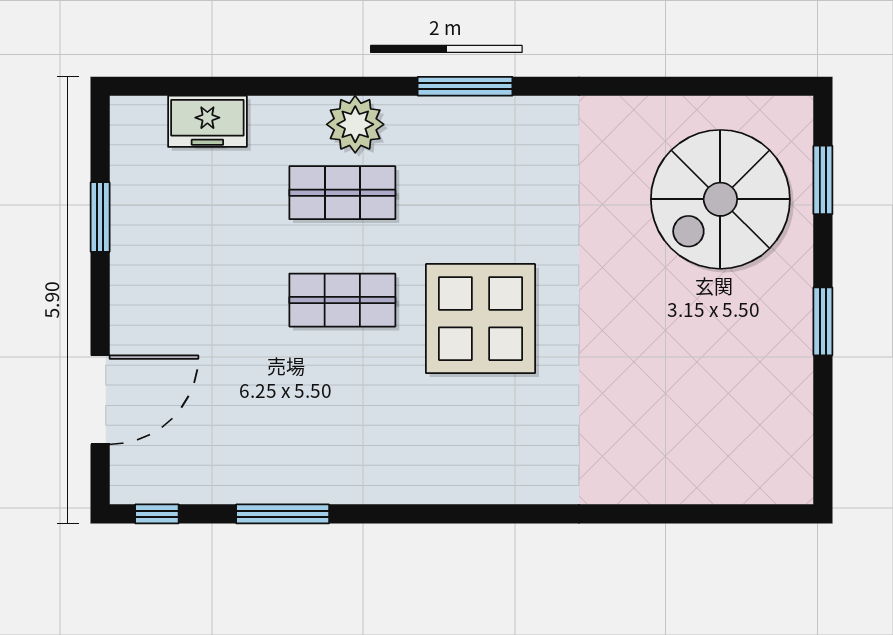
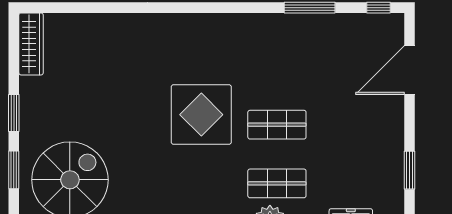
window: (823, 180) -> (14, 170), moved
wardrobe: (791, 448) -> (31, 44), added

